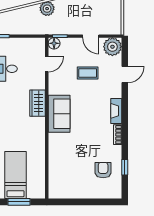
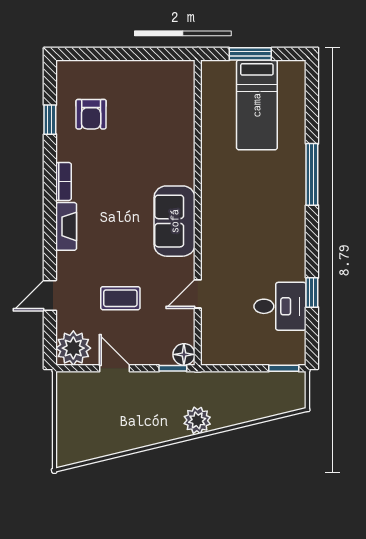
door: (47, 64) -> (198, 294), moved
wardrobe: (38, 103) -> (215, 241), removed

